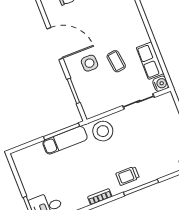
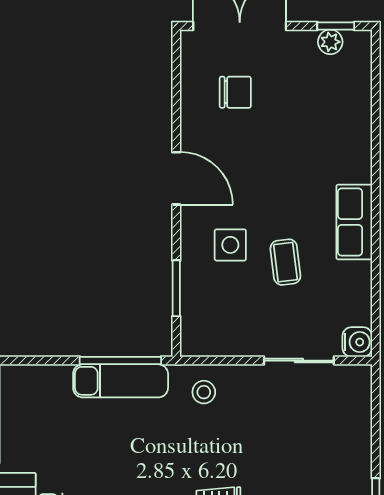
door: (55, 43) -> (176, 178), width x0.73
row of seats: (150, 61) -> (354, 222), moved
stool: (103, 131) -> (204, 392), width x0.53, depth x0.53

